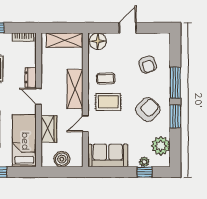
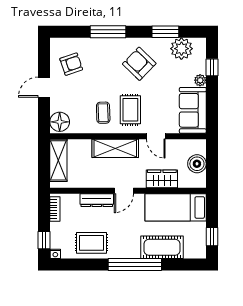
door: (128, 28) -> (44, 87), hinge flipped
armchair: (148, 65) -> (71, 64), moved
dresser: (30, 77) -> (97, 200), width x1.44
window: (175, 116) -> (165, 32), moved
plant: (144, 162) -> (200, 80), moved

